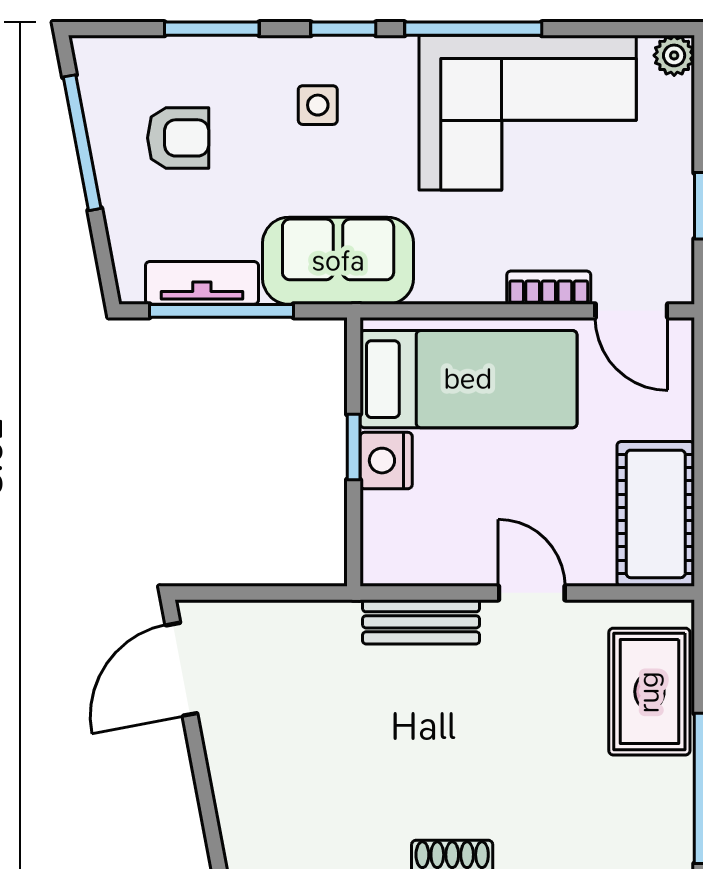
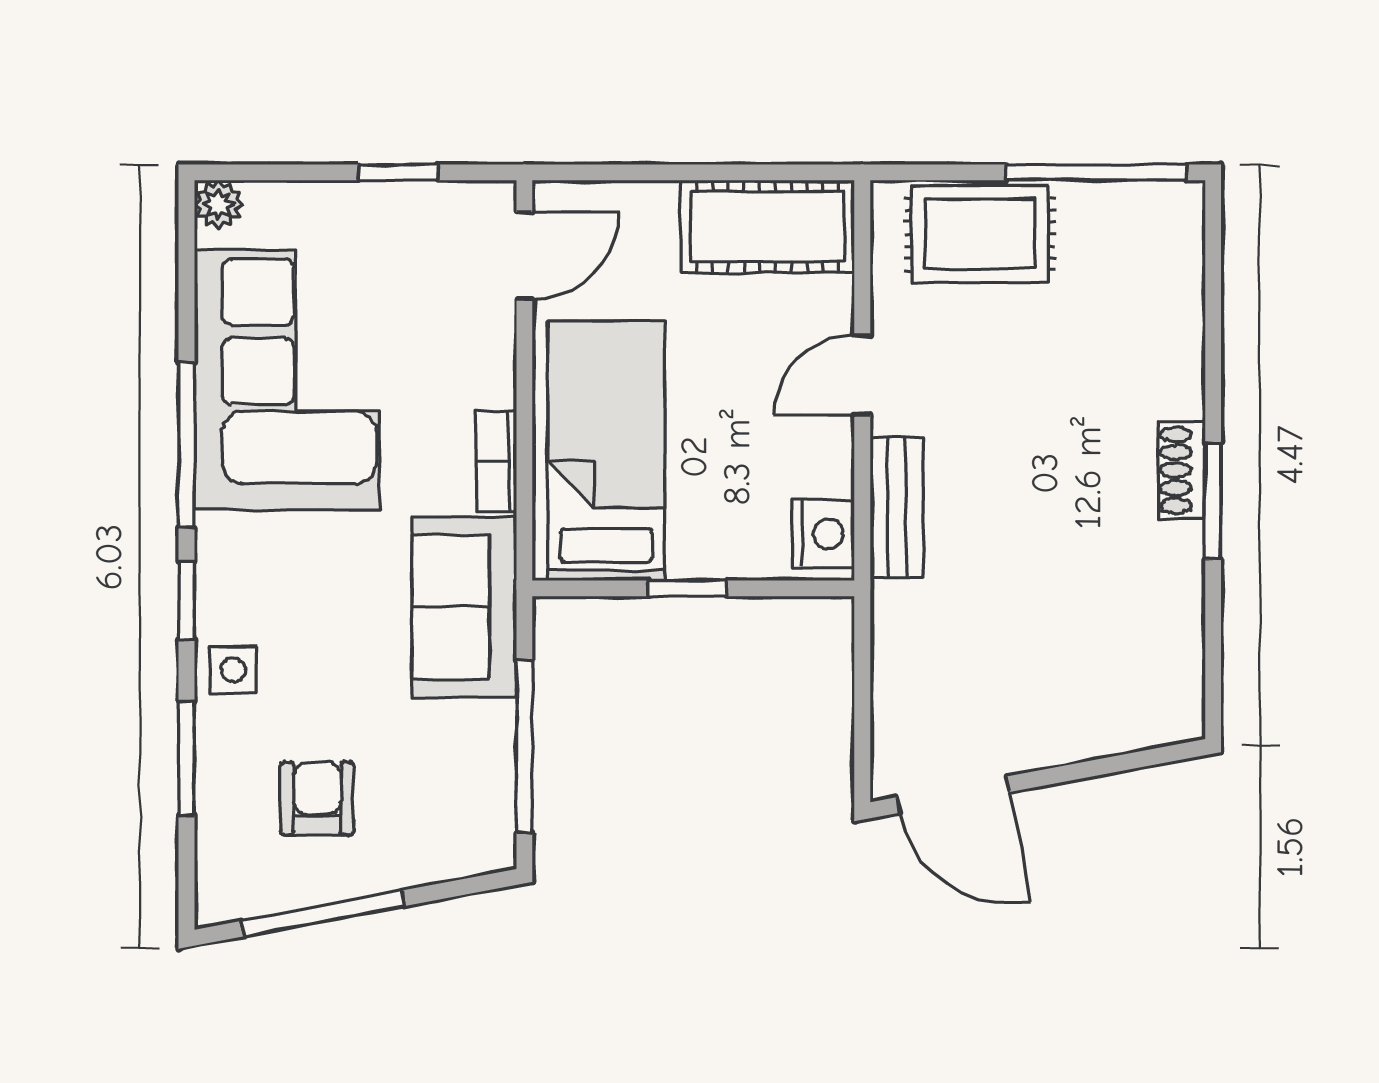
side table: (318, 105) -> (233, 670), moved
tv unit: (202, 283) -> (491, 770), removed
bookcase: (549, 288) -> (496, 461), moved
nightstand: (386, 461) -> (823, 534), moved, turned -90

